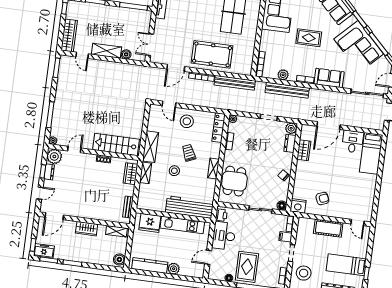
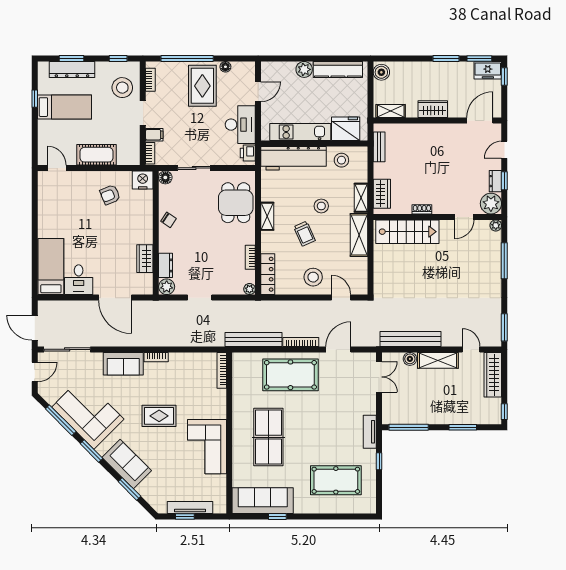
plant: (283, 75) -> (188, 360), removed
bench: (287, 90) -> (410, 339), moved
door: (329, 125) -> (115, 298), swing flipped
stool: (156, 201) -> (341, 160), added

